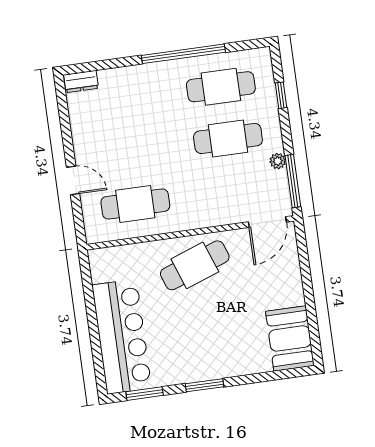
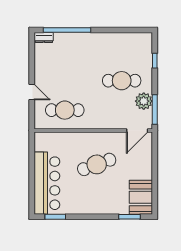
window: (183, 54) -> (67, 30), moved
cafe table: (221, 87) -> (122, 51), removed
plant: (278, 161) -> (144, 101), width x1.88, depth x1.88
cafe table: (195, 265) -> (97, 164), moved
window: (205, 385) -> (130, 217), moved

